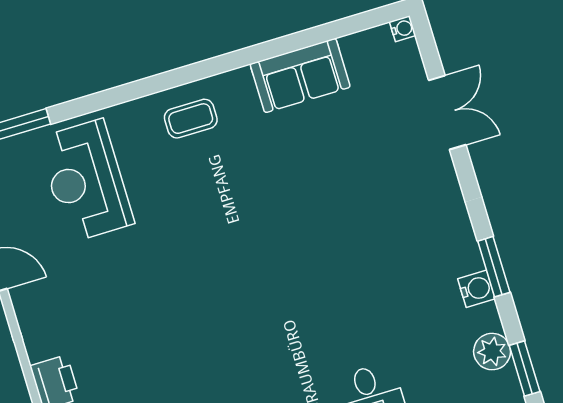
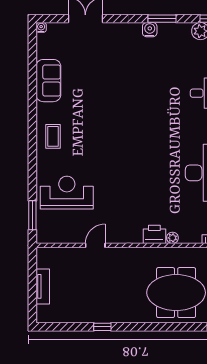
reception desk: (86, 181) -> (67, 193), turned 180
water cooler: (476, 289) -> (150, 30), moved

